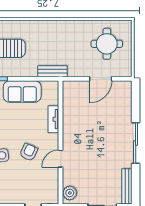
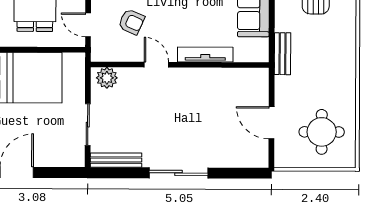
tv unit: (53, 119) -> (205, 55), width x1.41
armchair: (29, 152) -> (131, 22), moved

